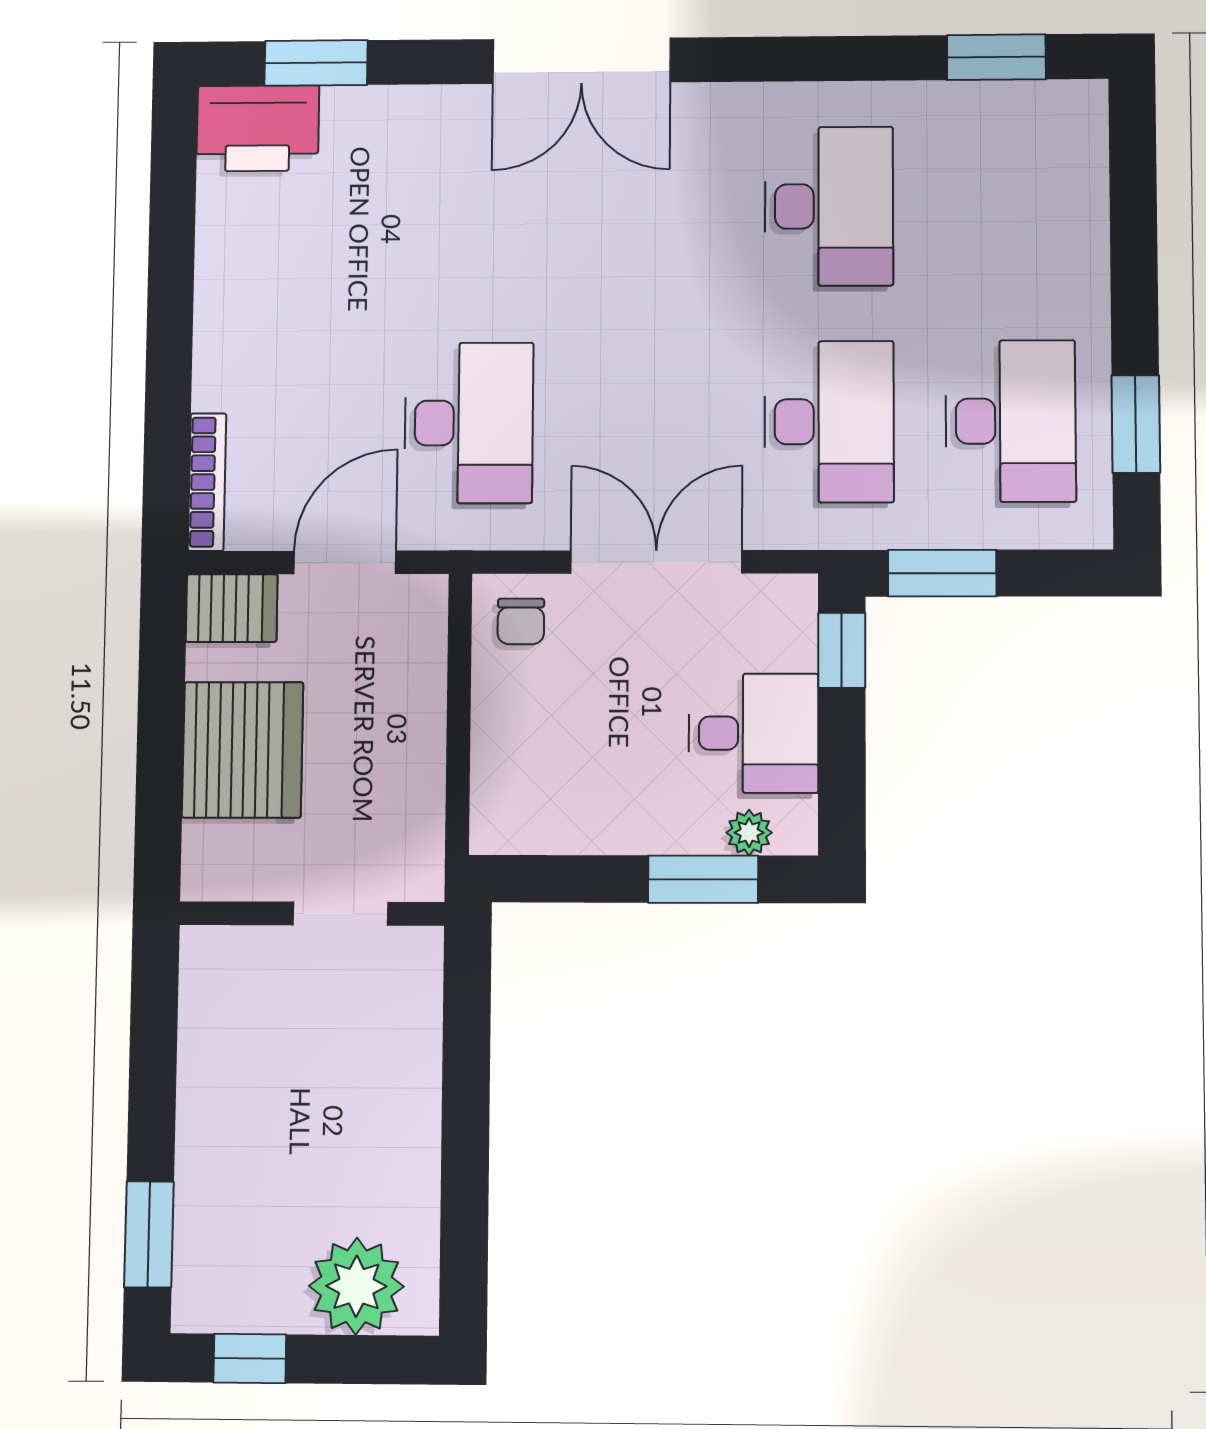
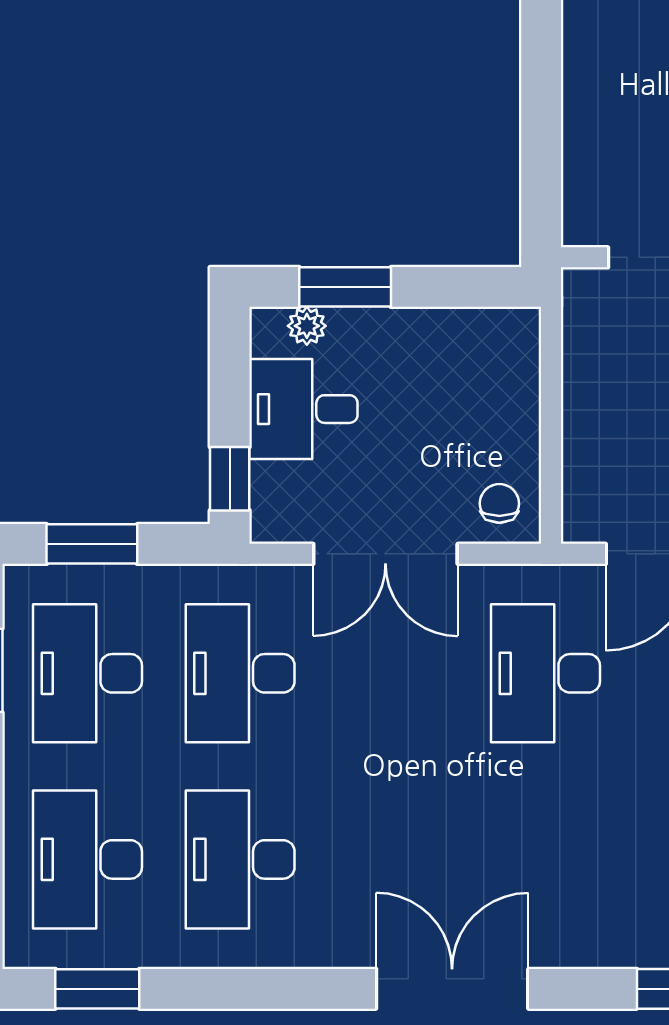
desk: (1009, 205) -> (87, 859), added
window: (942, 573) -> (92, 544), moved

